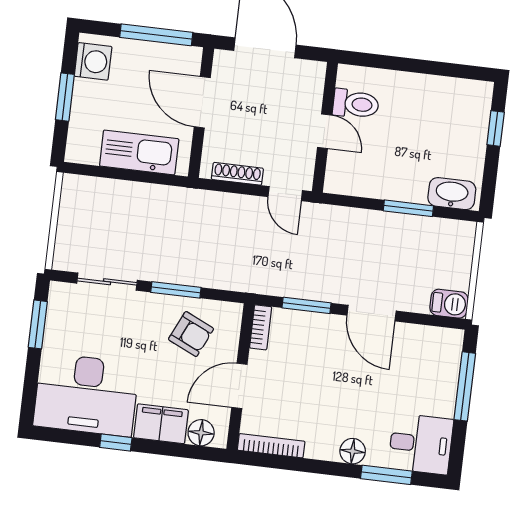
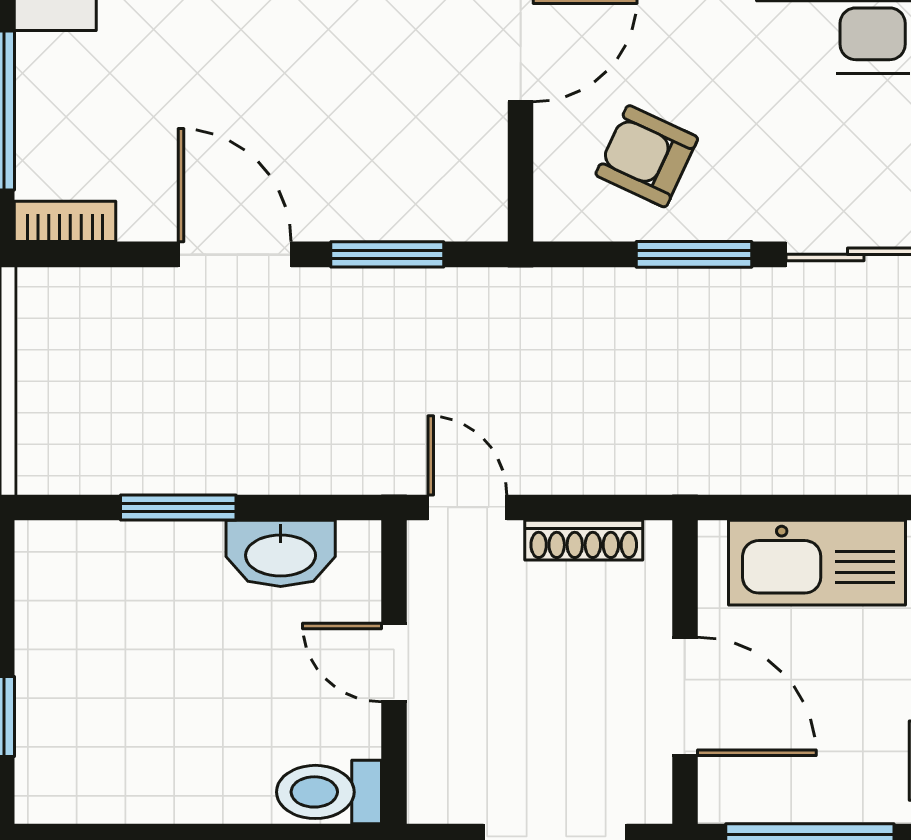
toilet: (356, 104) -> (329, 792), moved
washbasin: (452, 194) -> (281, 553), moved
barbecue: (449, 304) -> (58, 298), removed
bookcase: (261, 327) -> (65, 221), moved, turned 90

